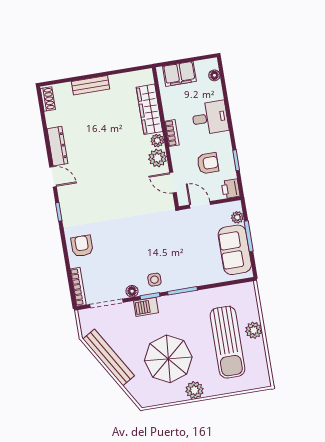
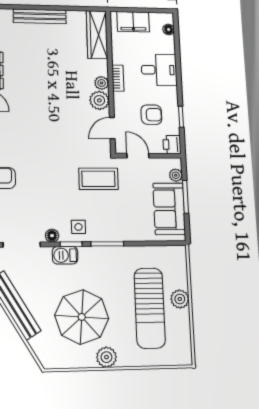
bench: (91, 85) -> (40, 16), width x1.36
wardrobe: (149, 109) -> (97, 35), moved
door: (173, 183) -> (112, 128), hinge flipped
coffee table: (167, 233) -> (98, 179), added

